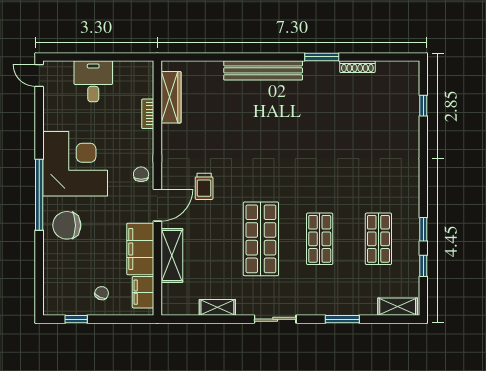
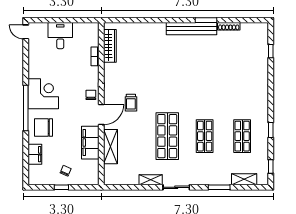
bench: (263, 70) -> (192, 29), moved
corner desk: (75, 164) -> (43, 94), width x0.74, depth x0.74
window: (423, 266) -> (271, 167), moved
filing cabinet: (143, 292) -> (35, 154), moved, turned 180
shelving: (217, 307) -> (151, 180), moved
shelving: (398, 307) -> (244, 179), moved
window: (76, 319) -> (61, 187), moved

